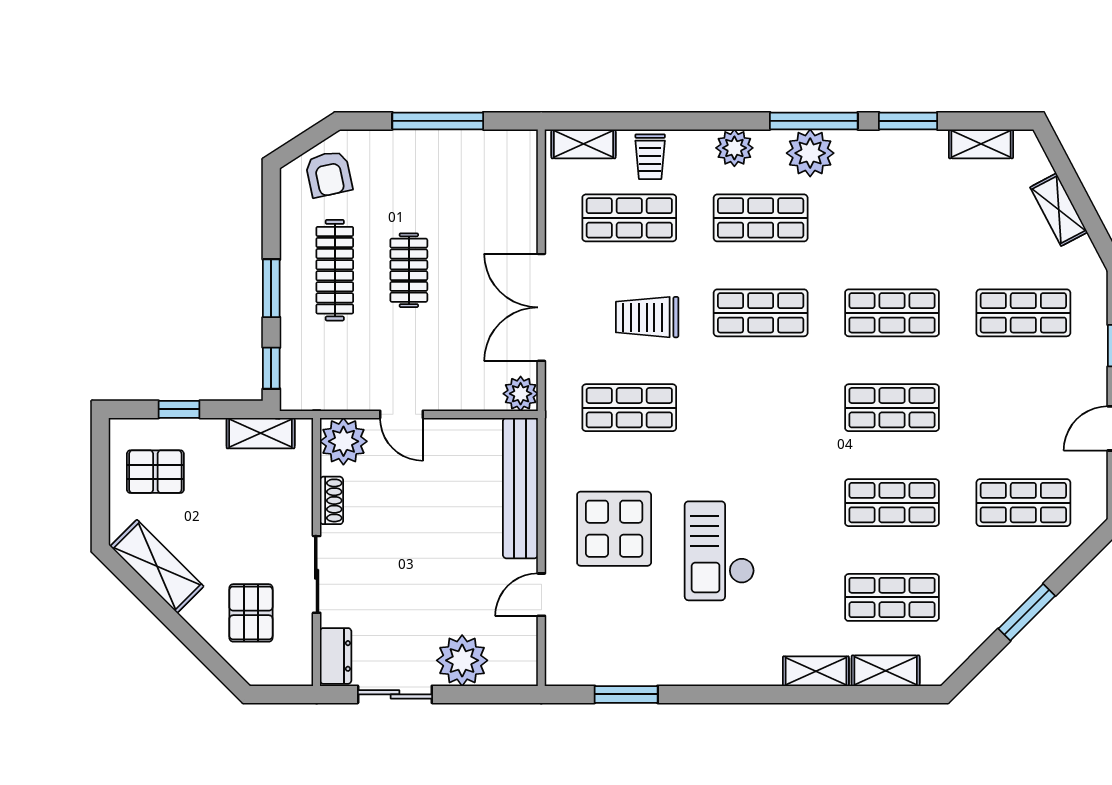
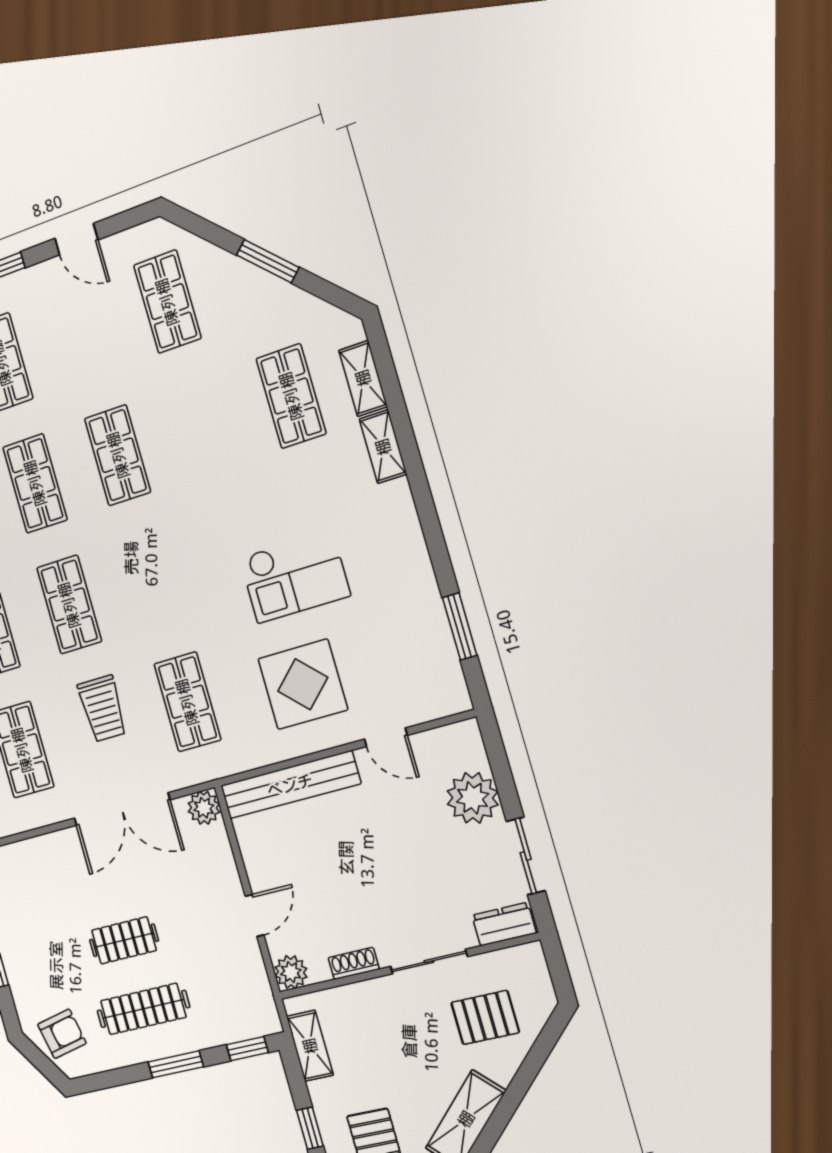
plant: (343, 441) -> (291, 972), width x0.73, depth x0.73
shop shelf: (892, 503) -> (203, 426), removed

